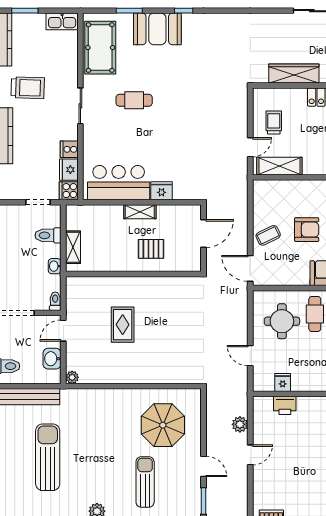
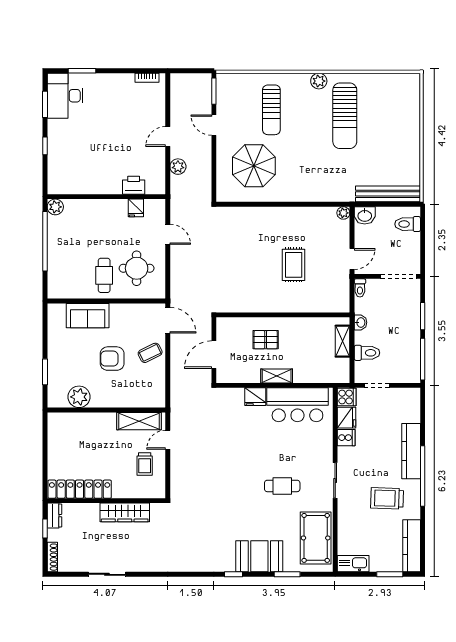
washbasin: (52, 359) -> (365, 215), moved, turned 90
sun lounger: (48, 457) -> (345, 116), moved

